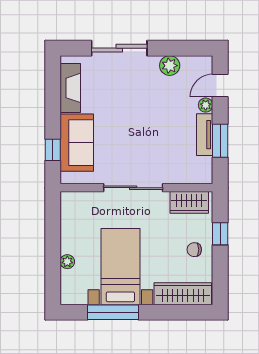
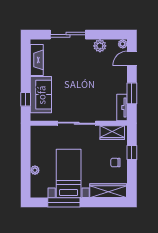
plant: (206, 105) -> (123, 44), moved
tv unit: (205, 135) -> (122, 108), moved

